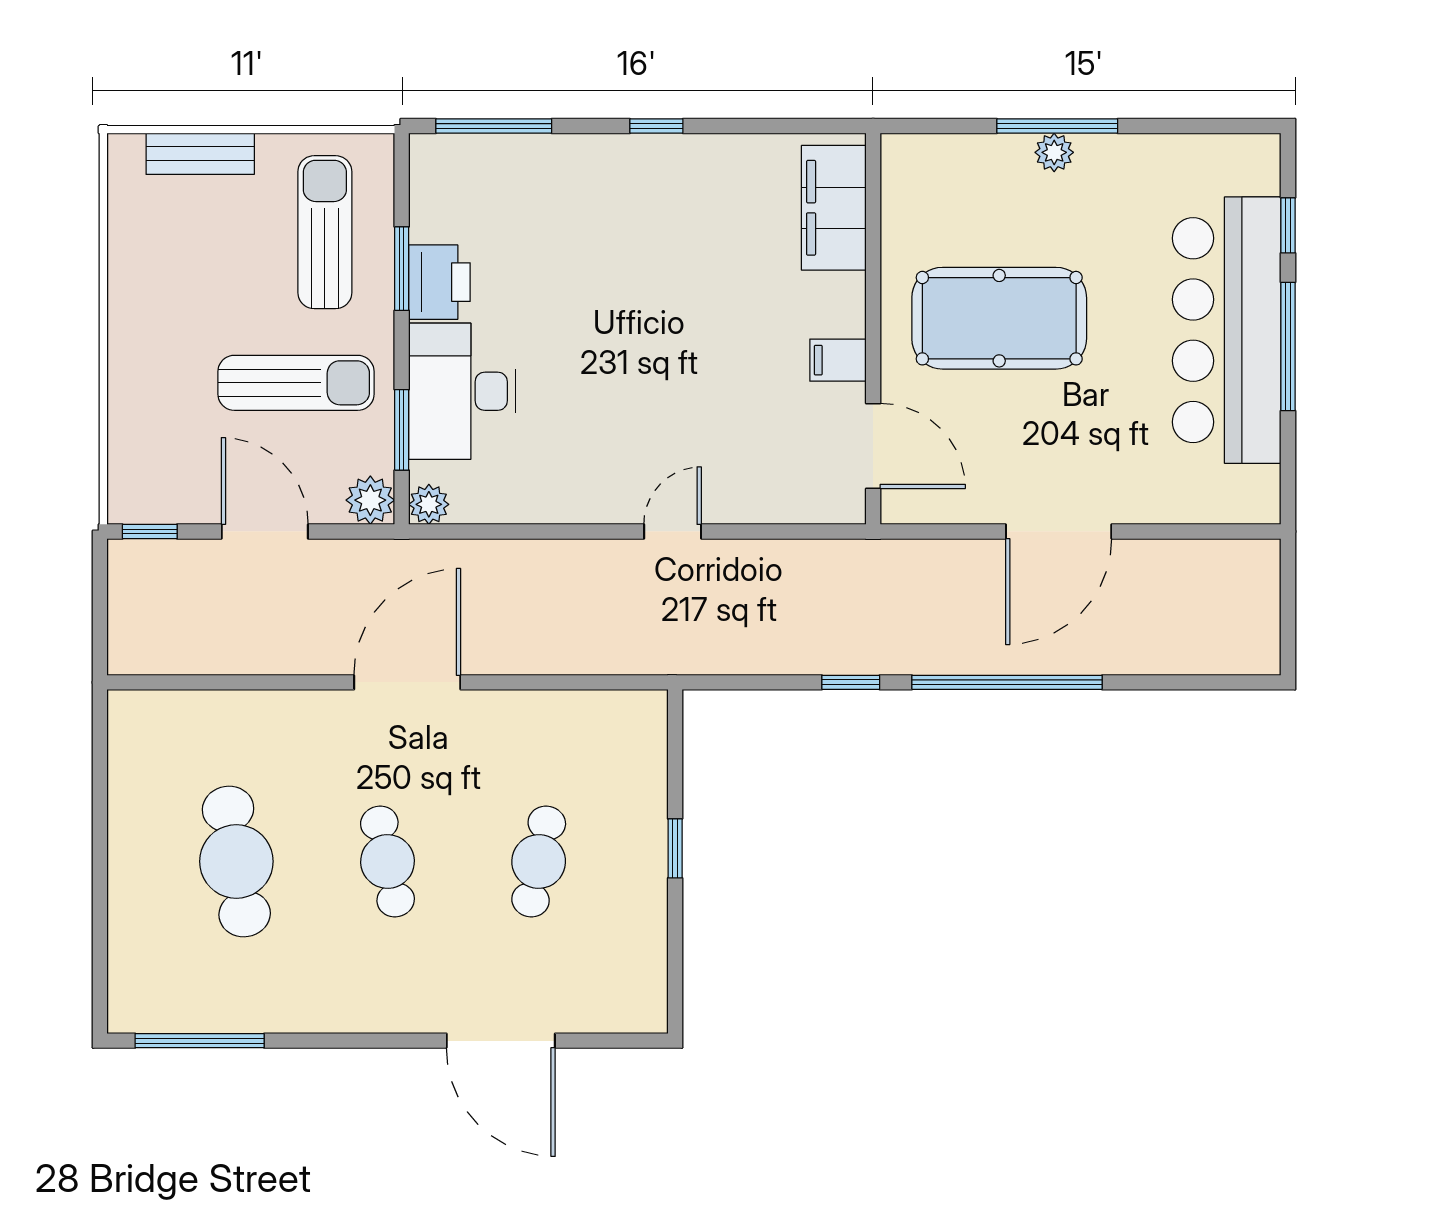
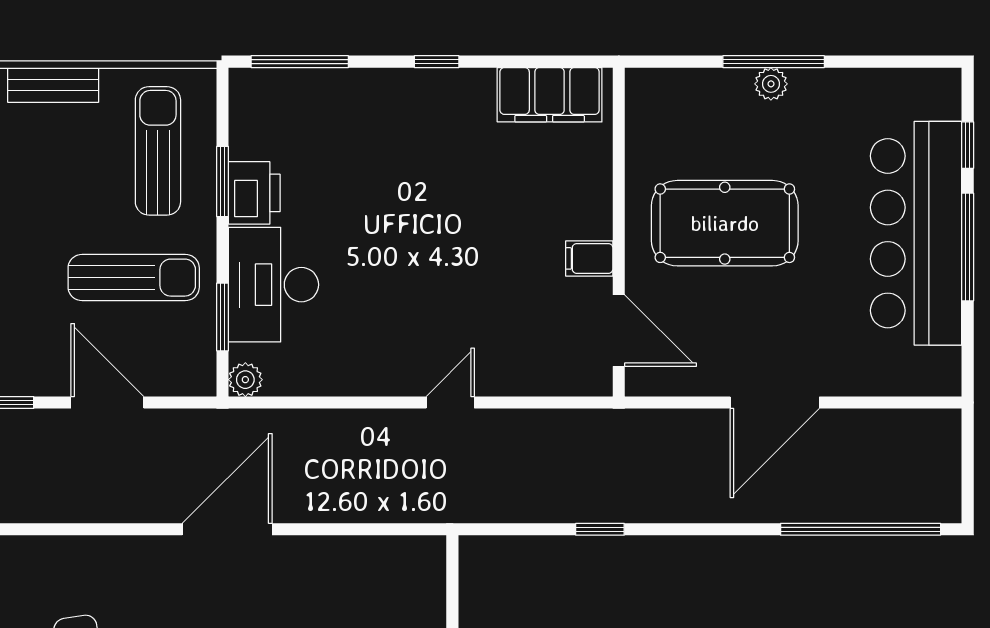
filing cabinet: (834, 208) -> (550, 95), moved, turned -90
plant: (370, 500) -> (196, 376), removed
window: (1007, 682) -> (861, 529), moved

